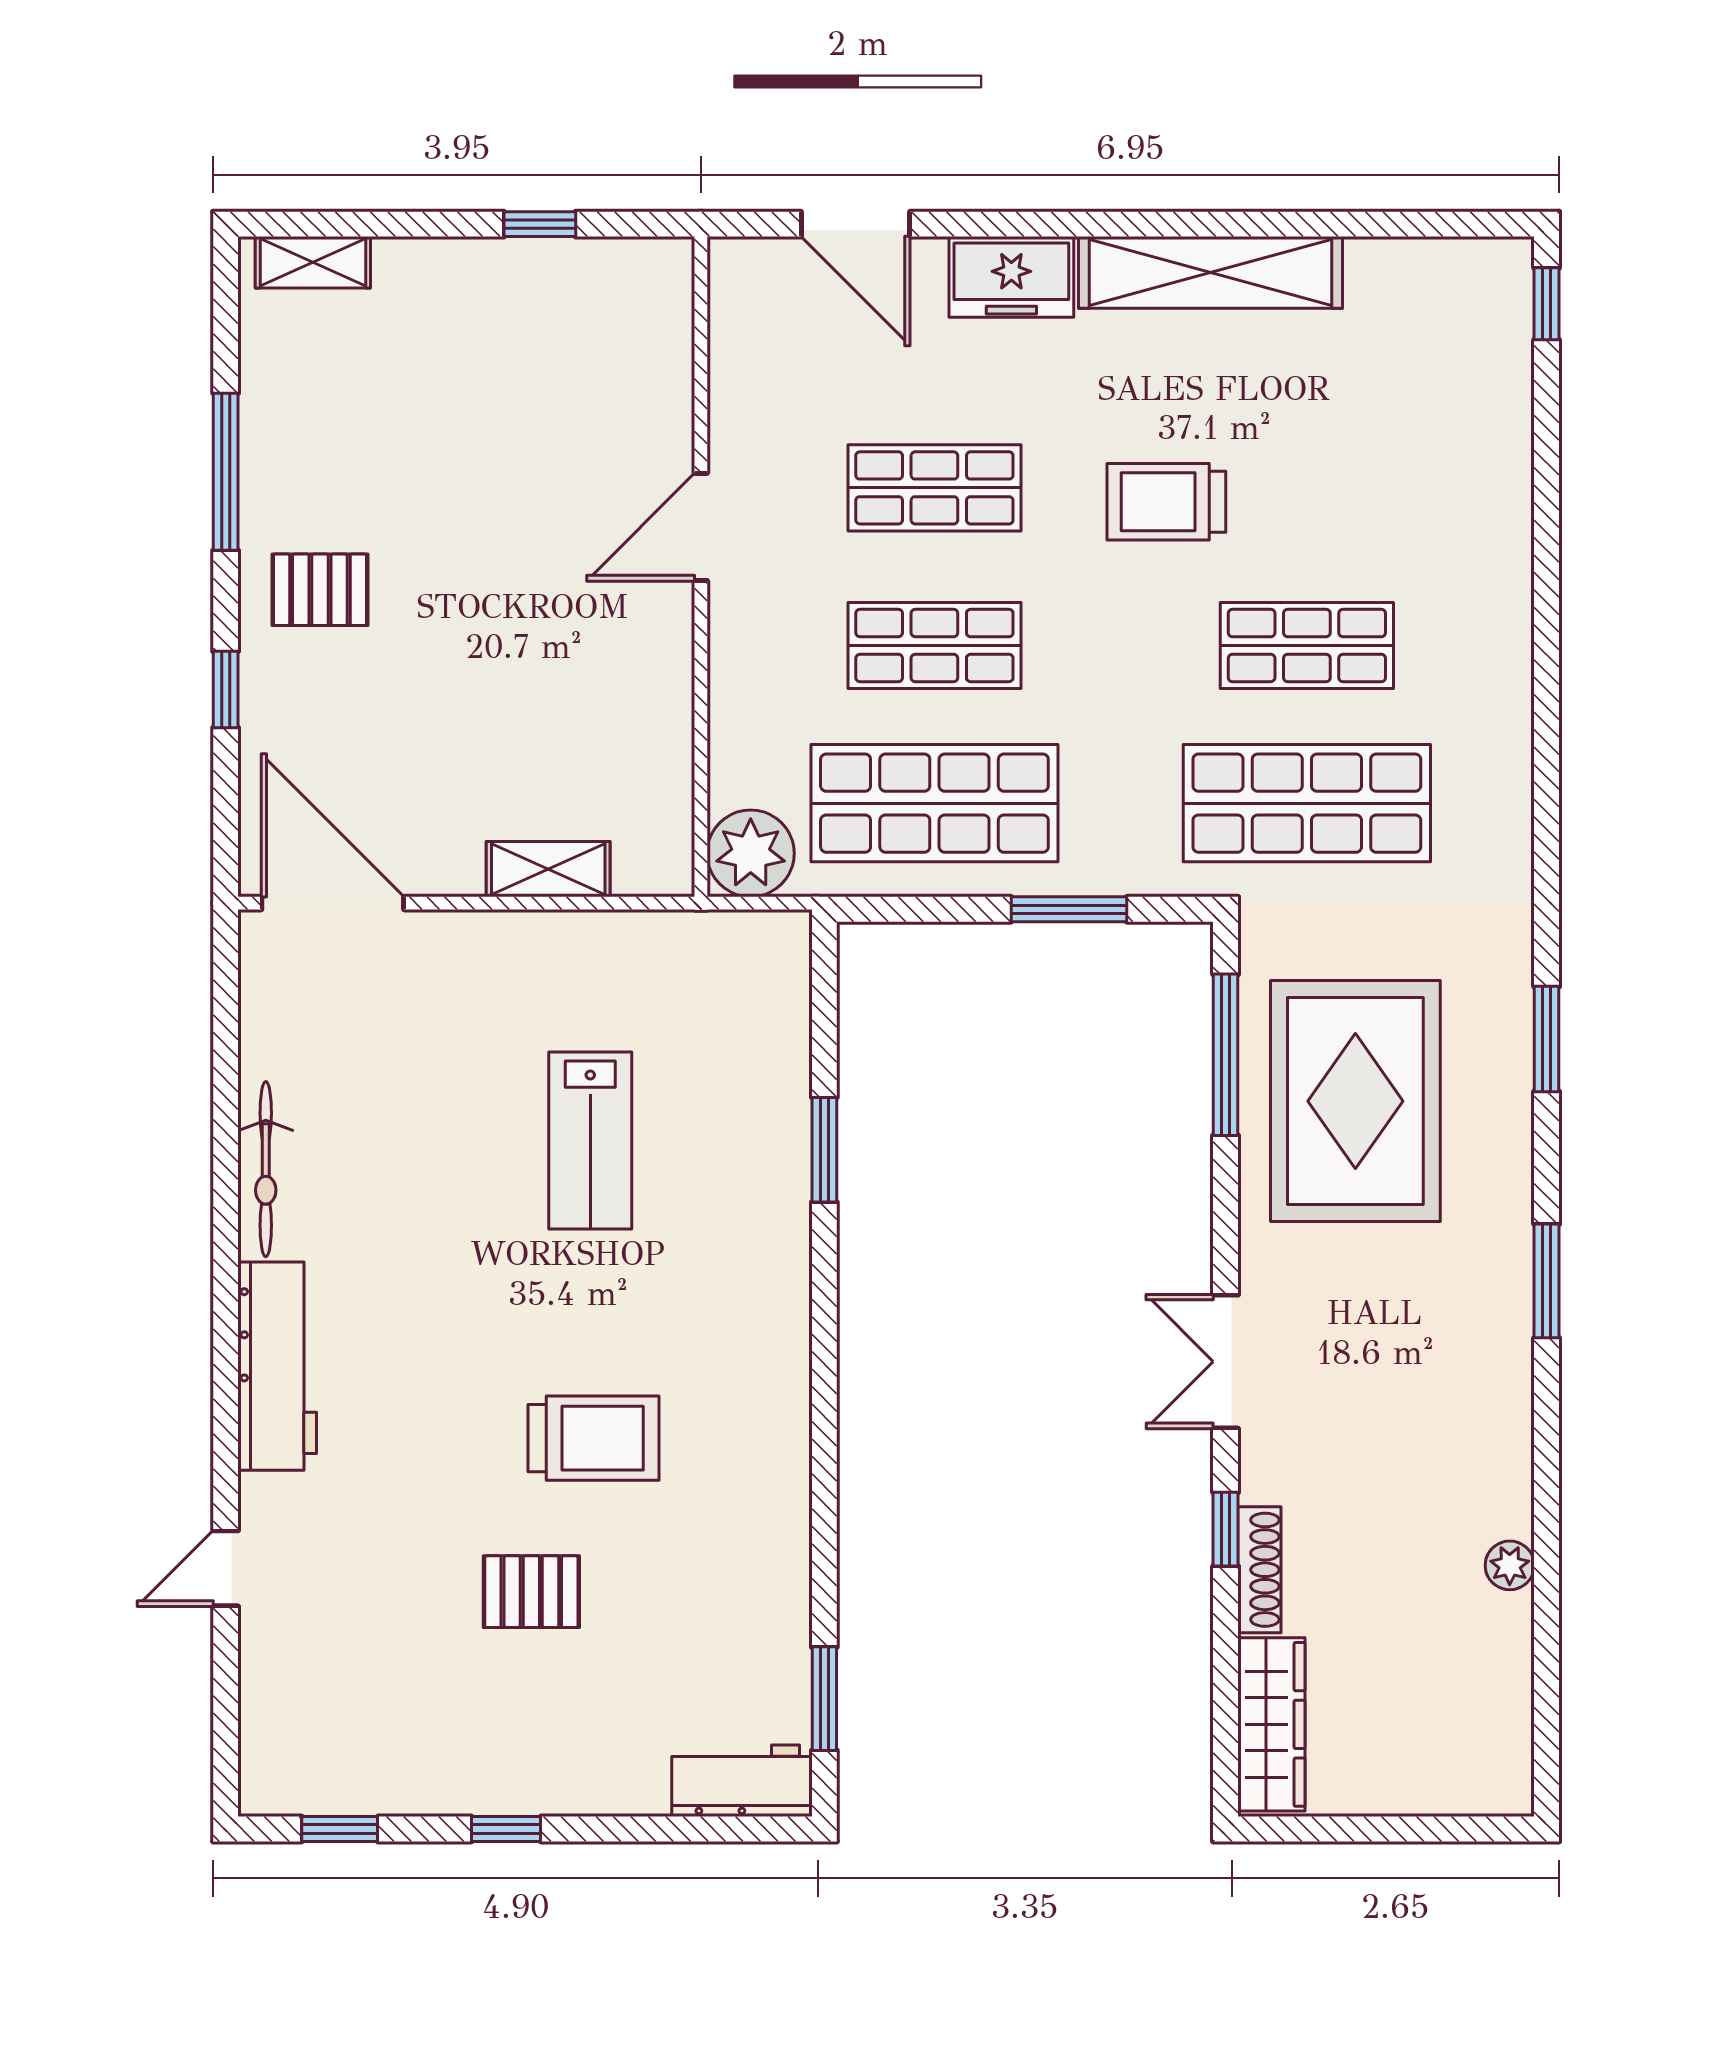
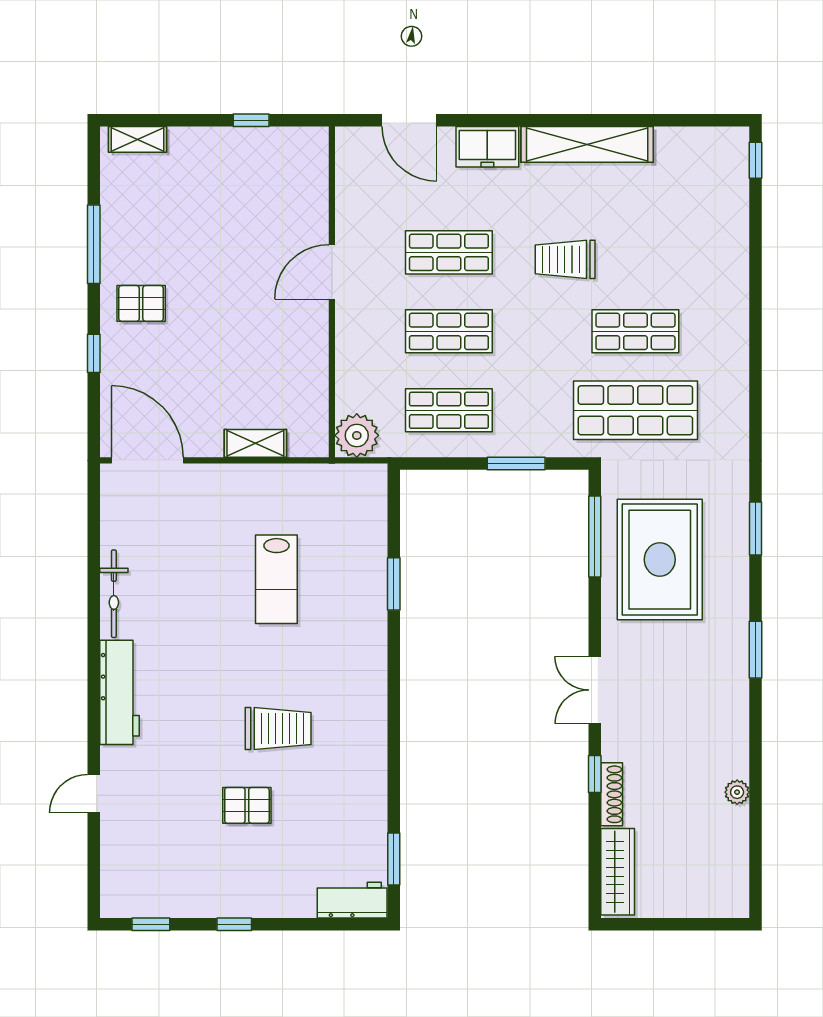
shop shelf: (934, 803) -> (449, 410), width x0.70, depth x0.74

